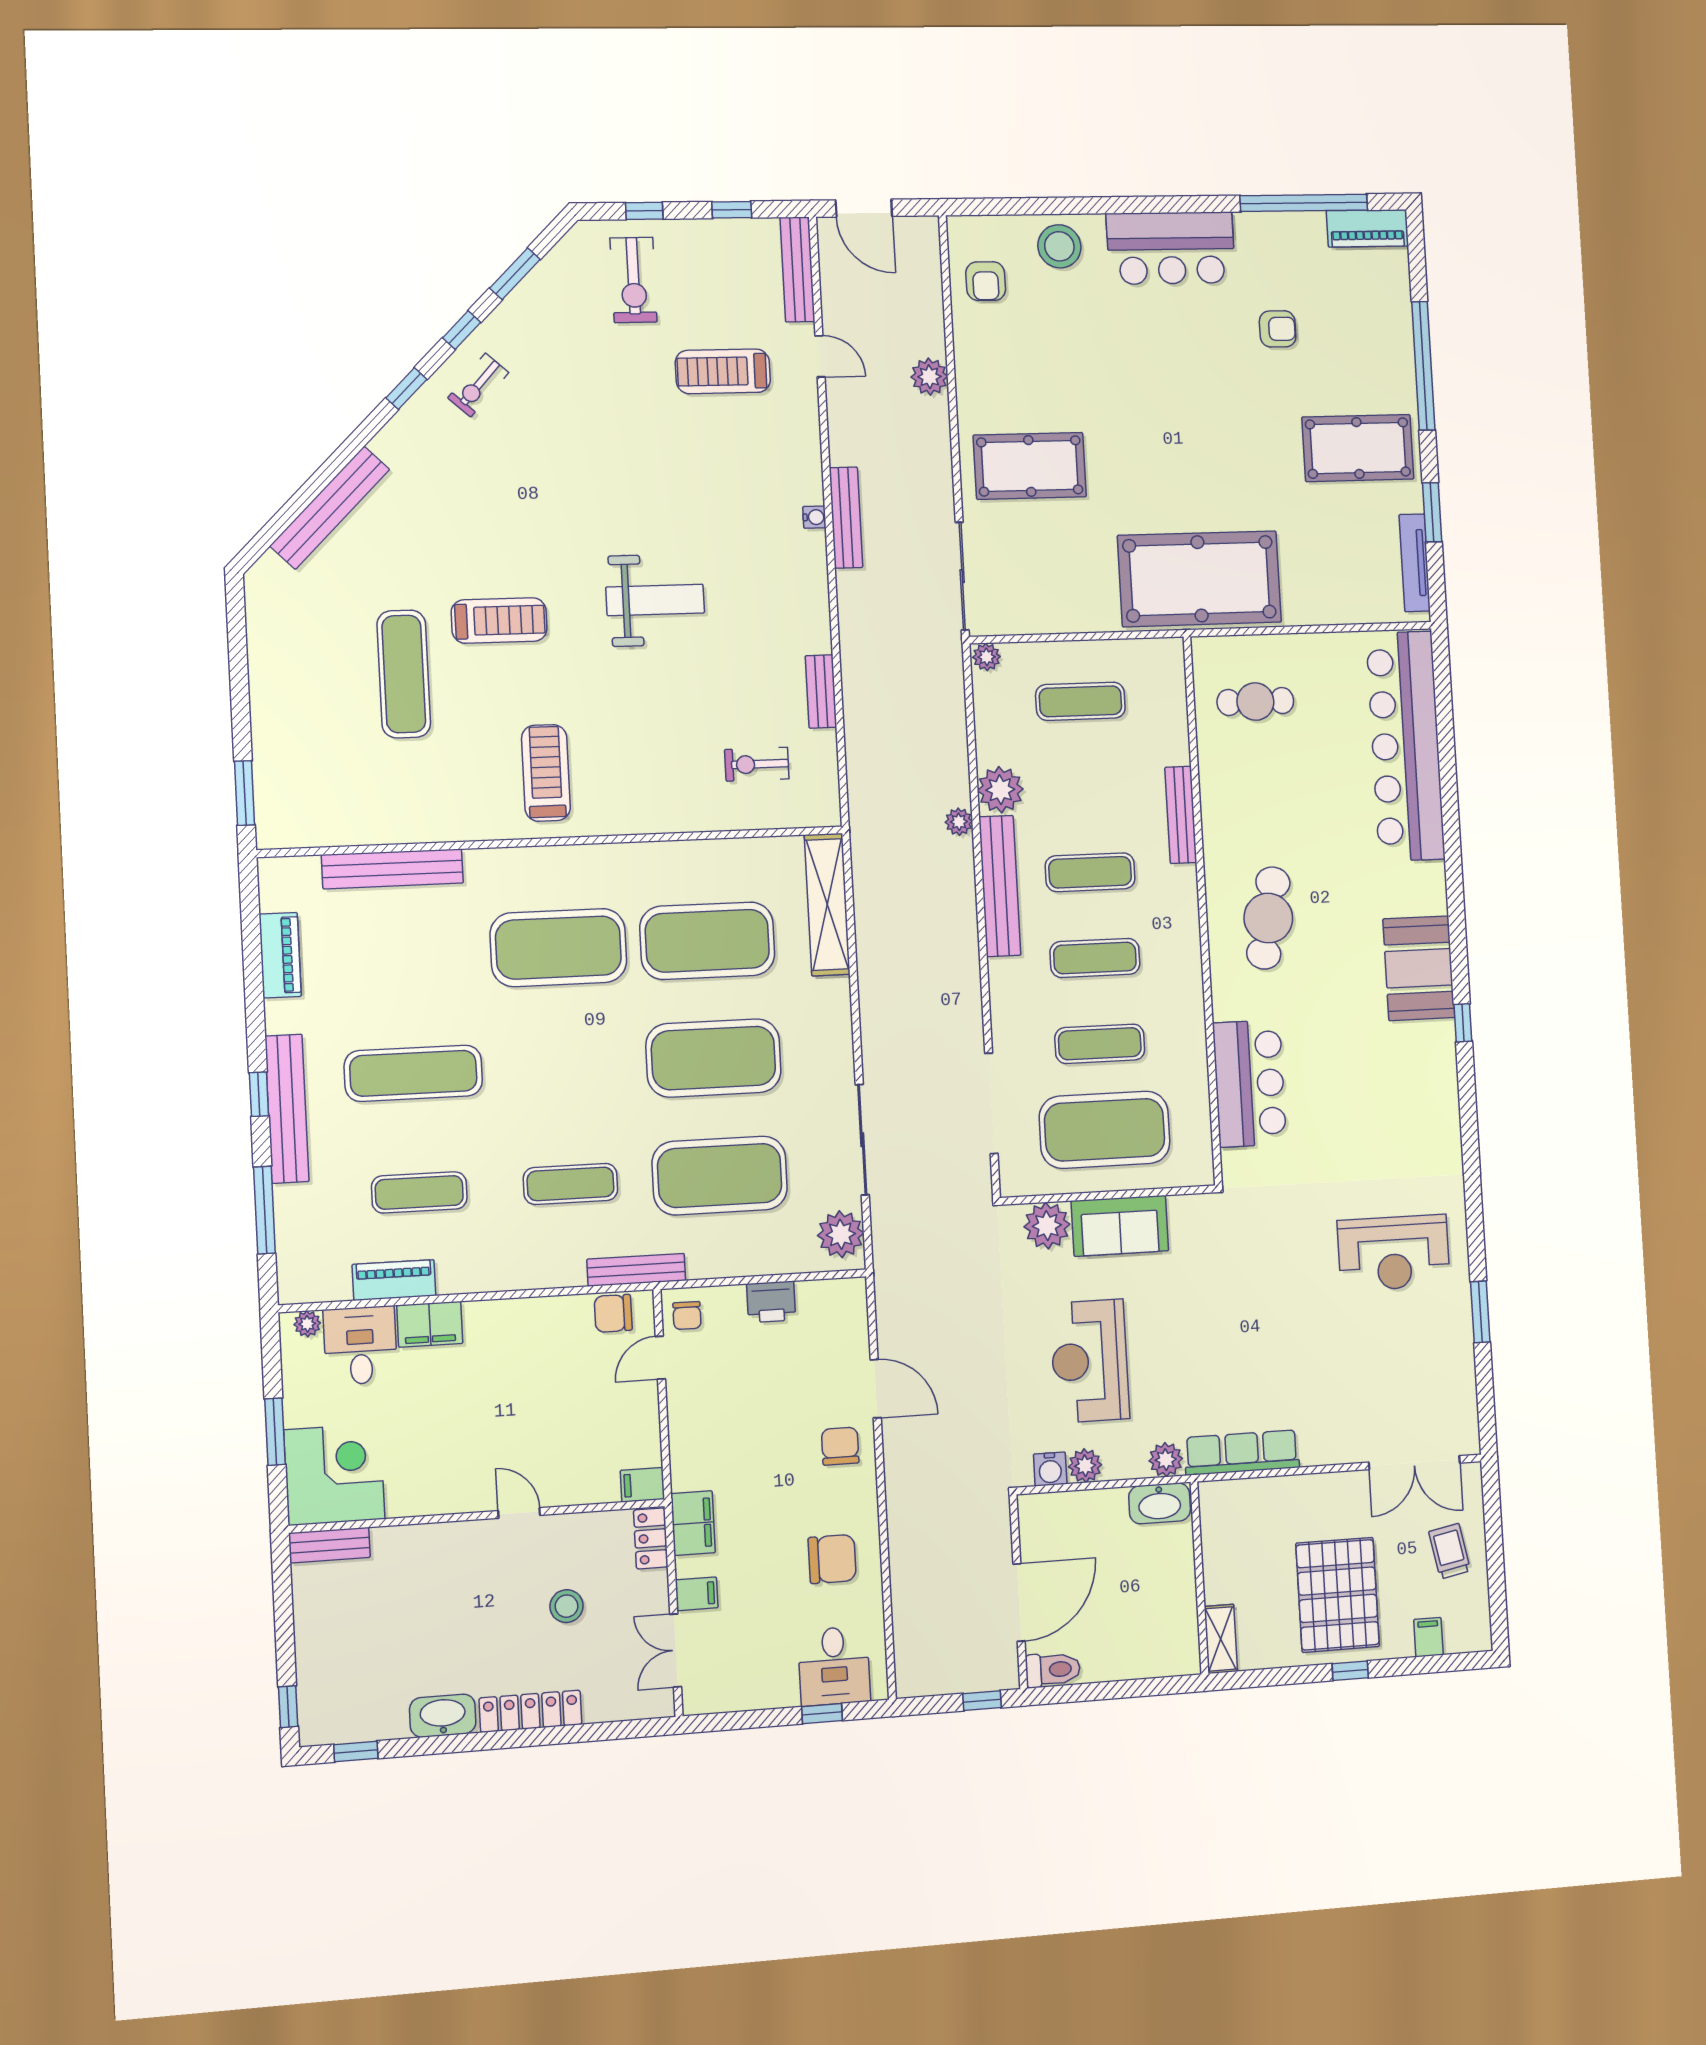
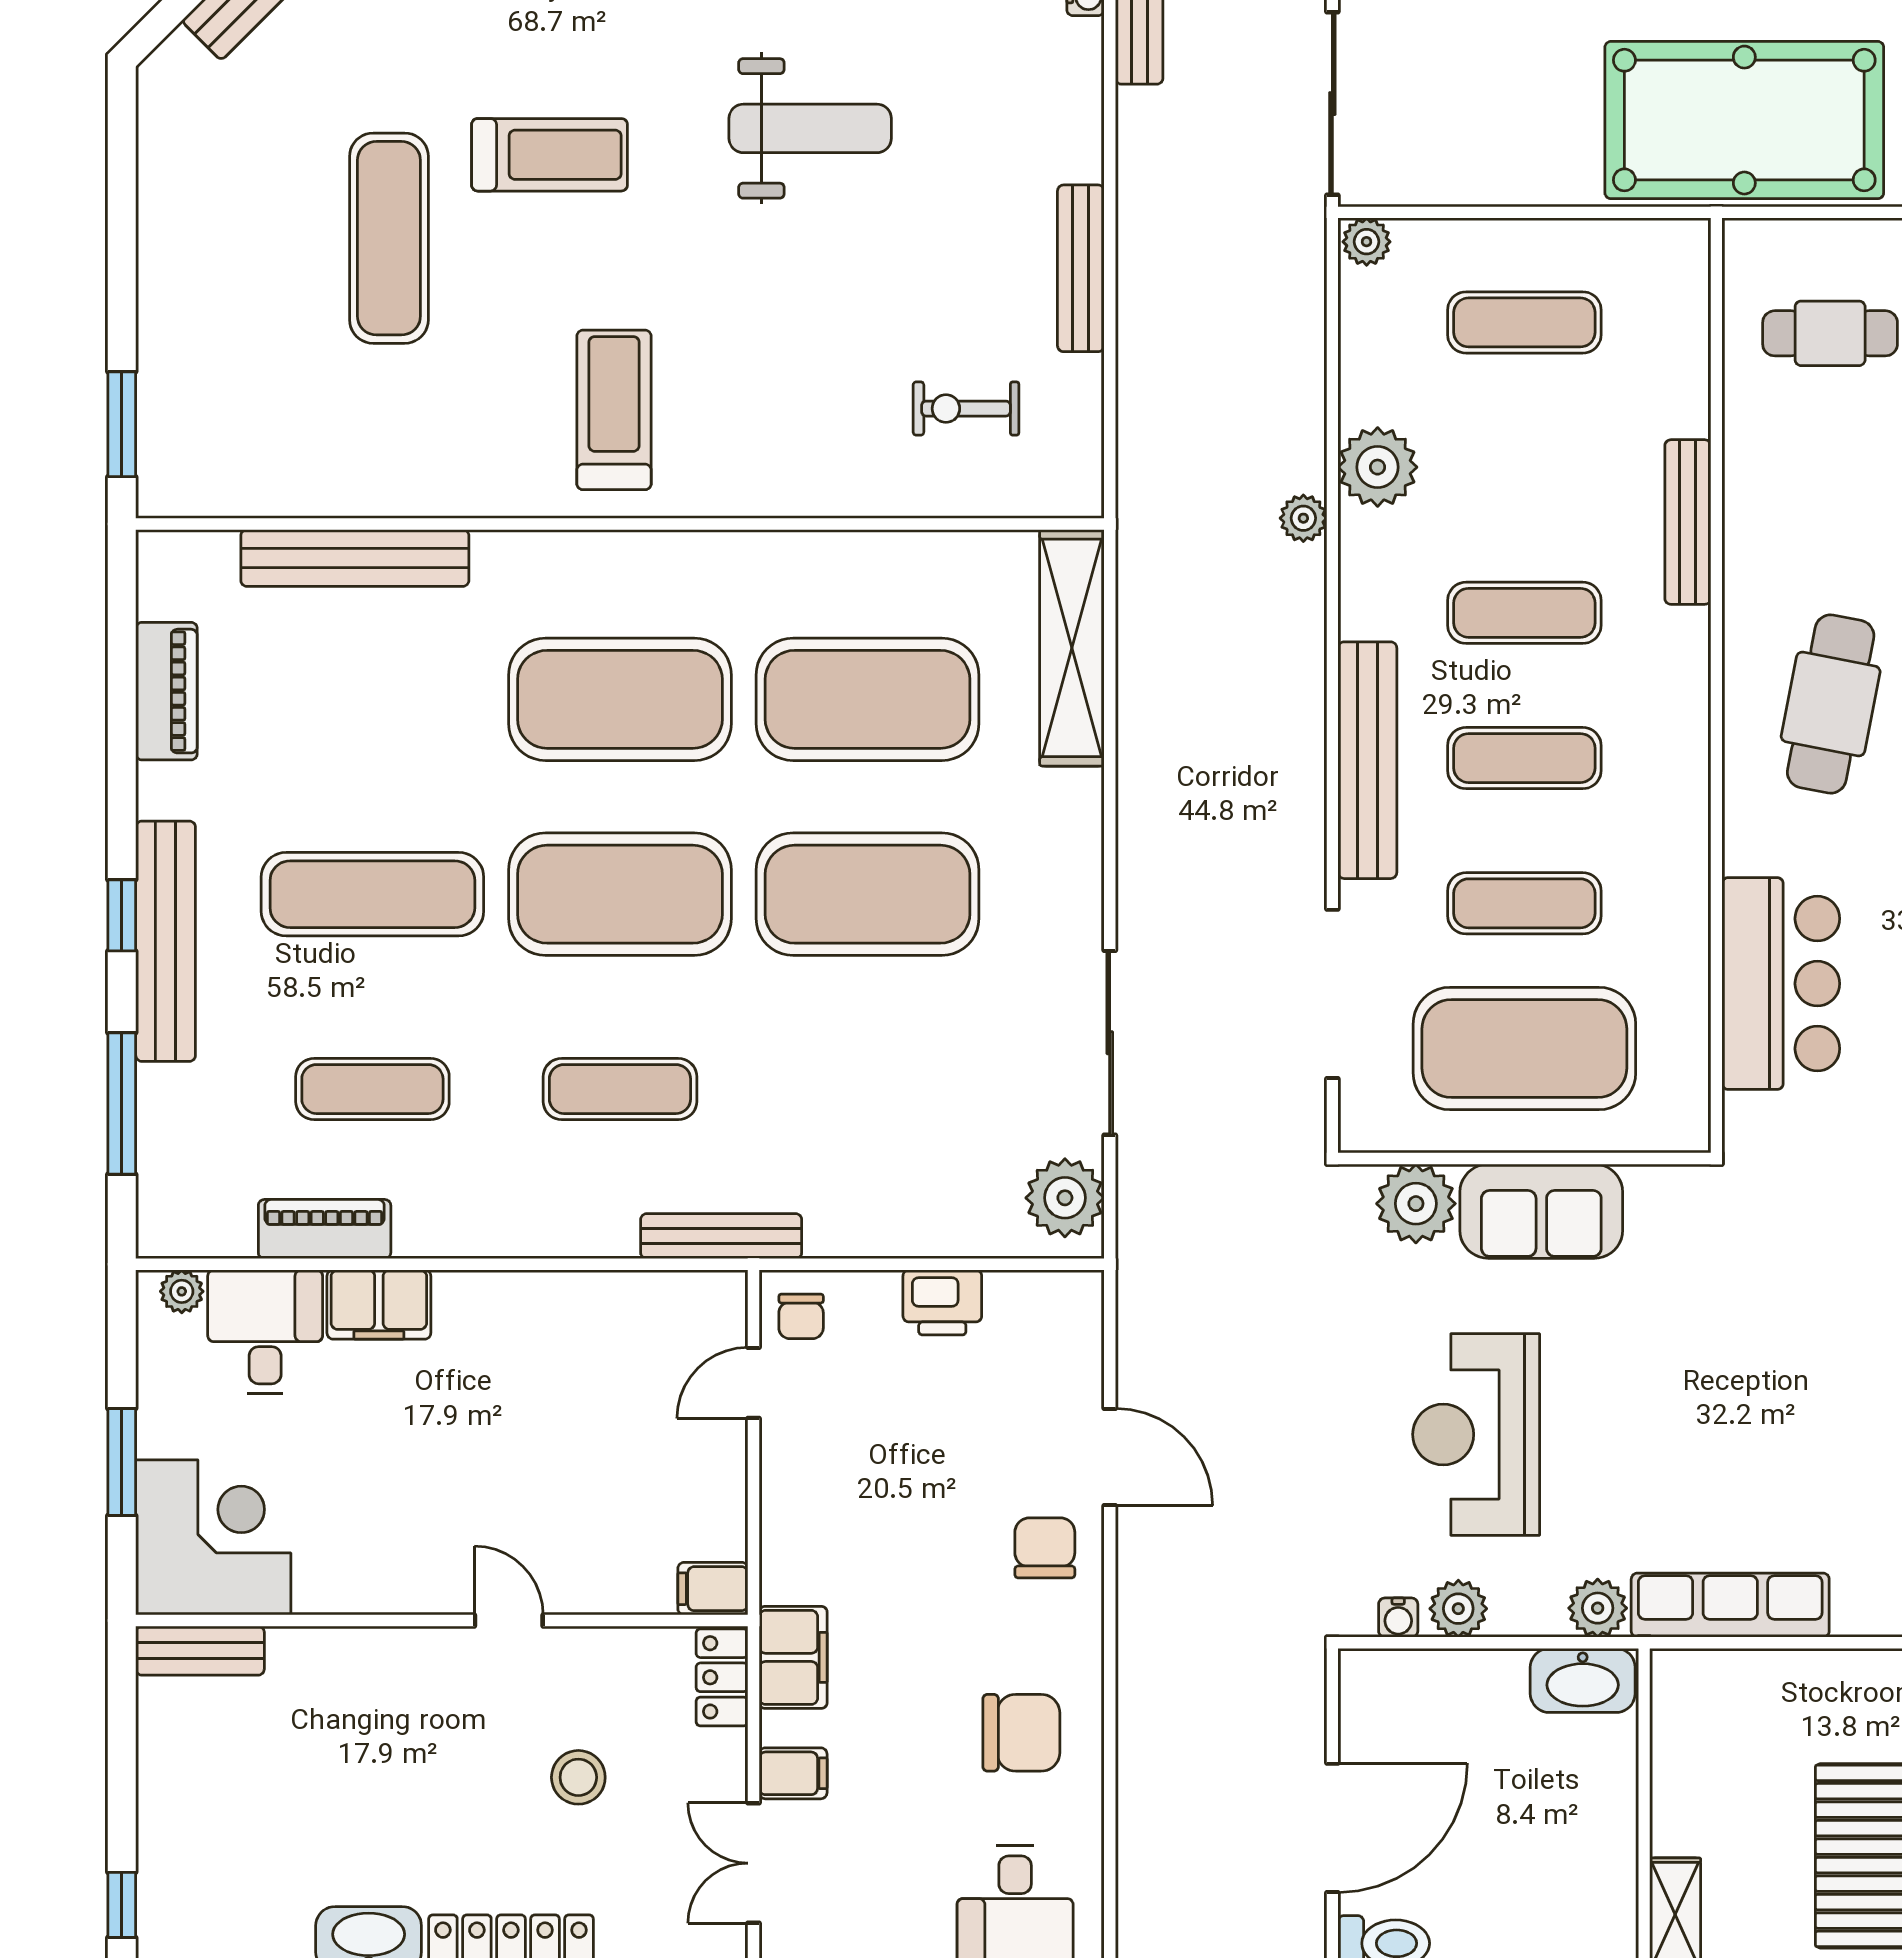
bench: (821, 691) -> (1081, 268), width x1.36
bench: (1000, 886) -> (1367, 760), moved
exercise mat: (720, 1176) -> (620, 894), moved
chair: (613, 1313) -> (679, 1305), removed
water cooler: (1050, 1469) -> (1398, 1618), width x0.72, depth x0.72

